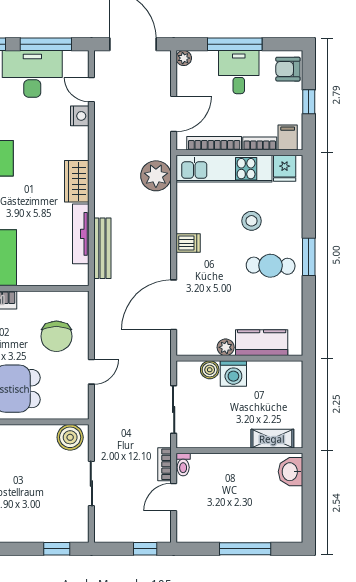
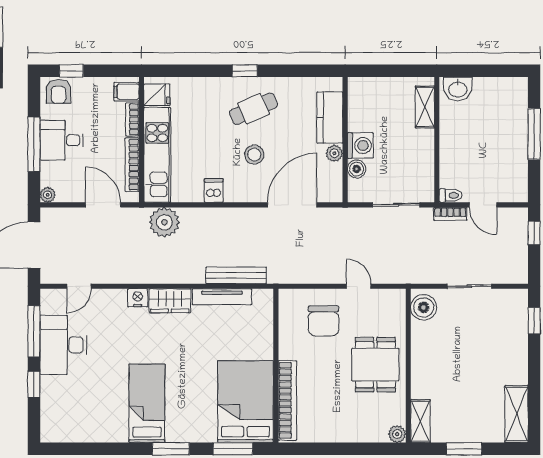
window: (309, 102) -> (71, 71), moved
nightstand: (80, 116) -> (138, 298), moved
stool: (252, 221) -> (254, 155), moved
dishwasher: (188, 243) -> (214, 190), moved
window: (309, 257) -> (245, 71), width x0.67
cafe table: (271, 266) -> (253, 109), turned 64
door: (174, 305) -> (292, 205), swing flipped
chair: (56, 336) -> (323, 321), turned 90

